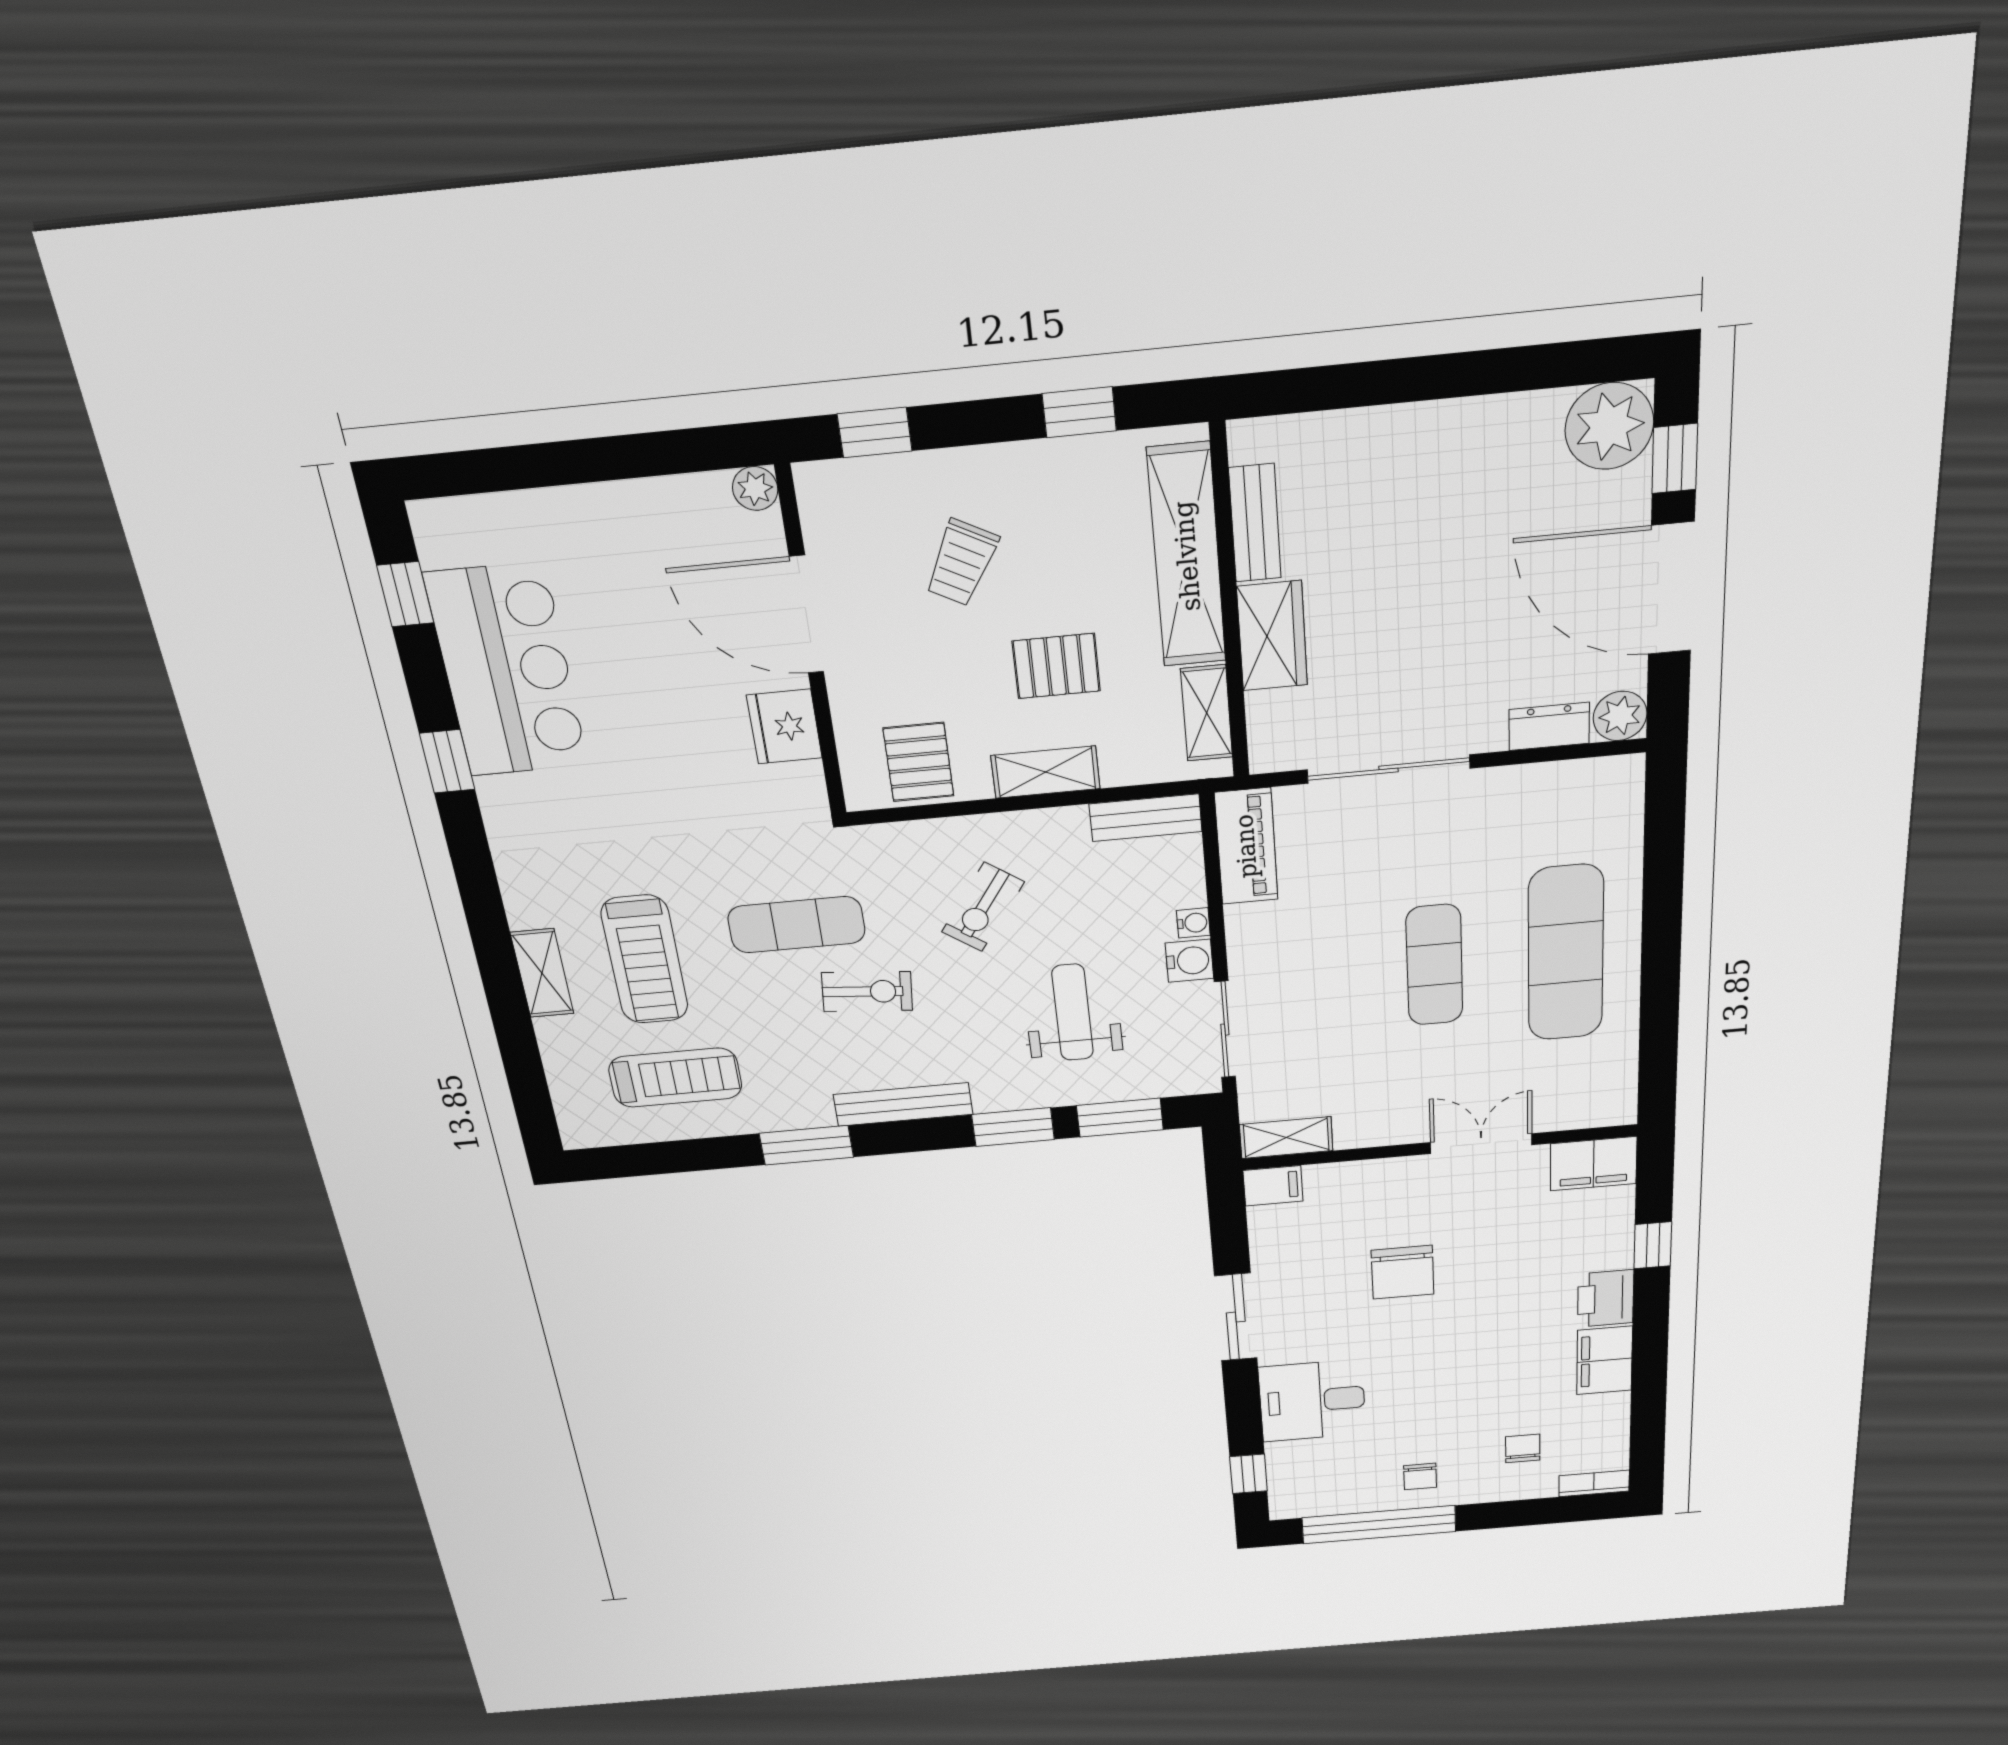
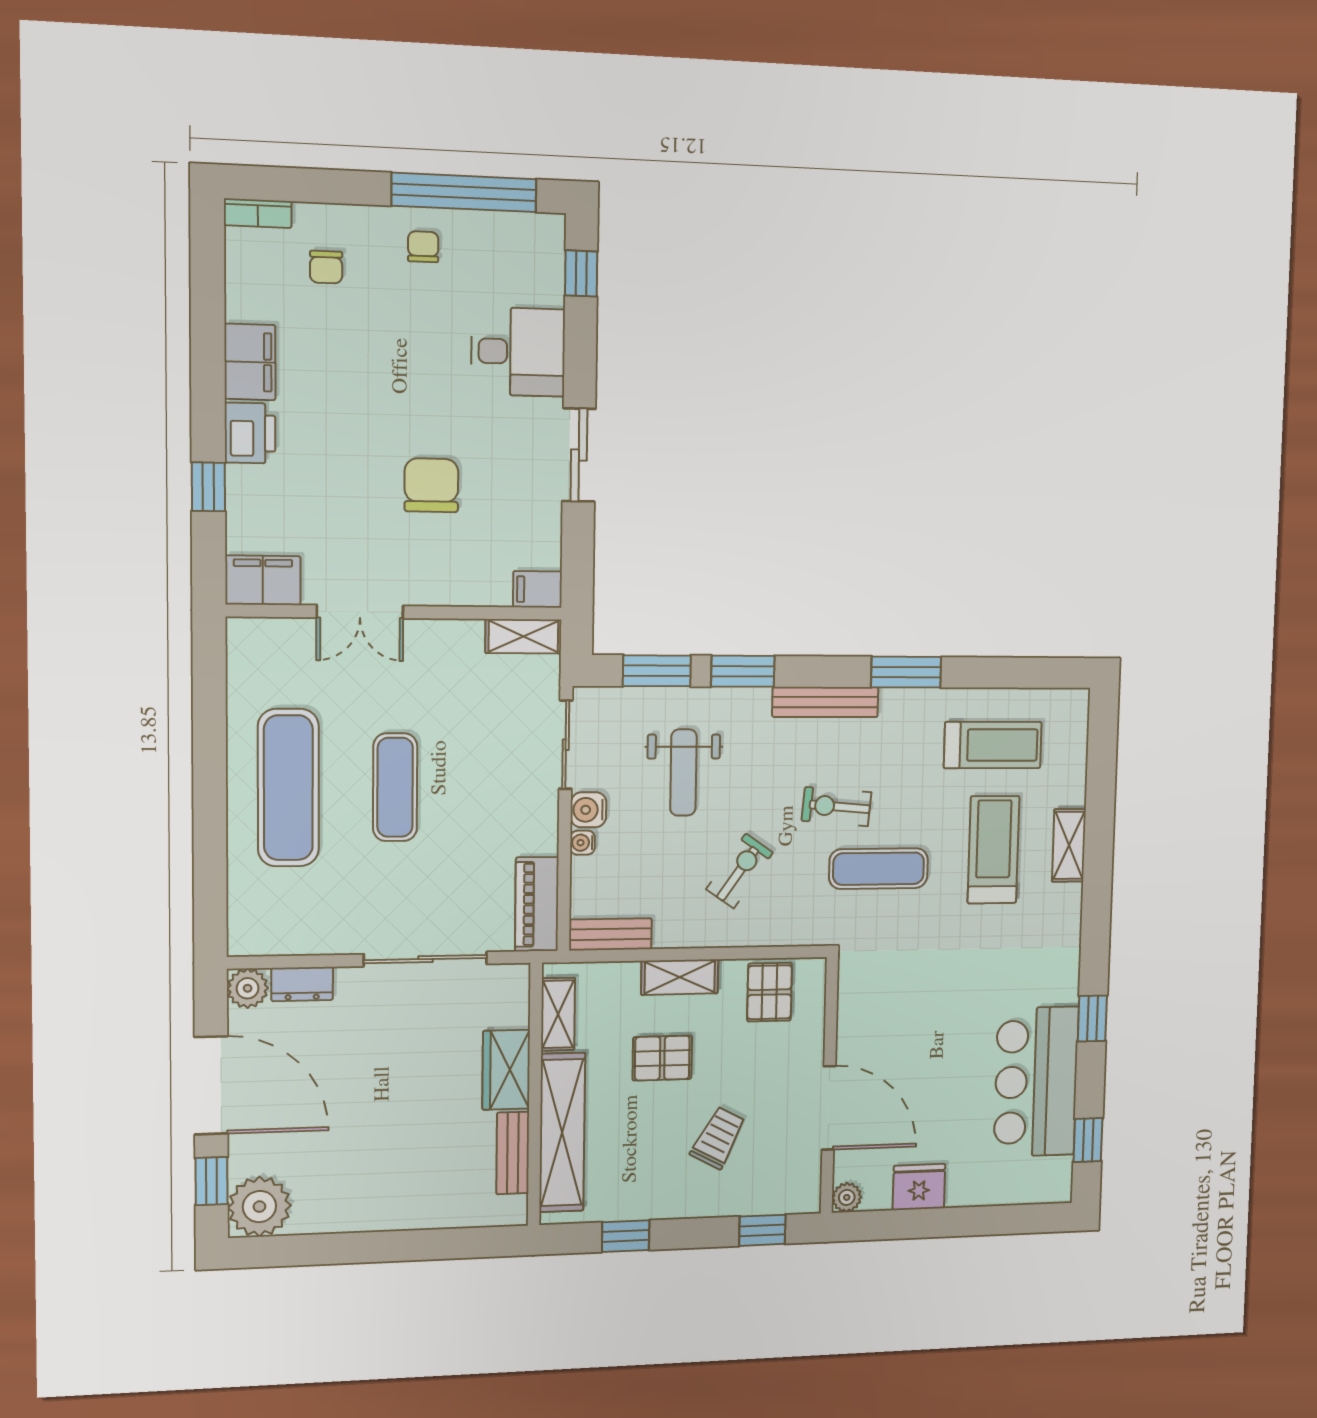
fridge: (784, 727) -> (919, 1187), moved, turned -90
treadmill: (675, 1078) -> (993, 745), turned 180

